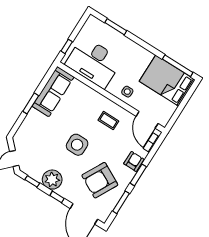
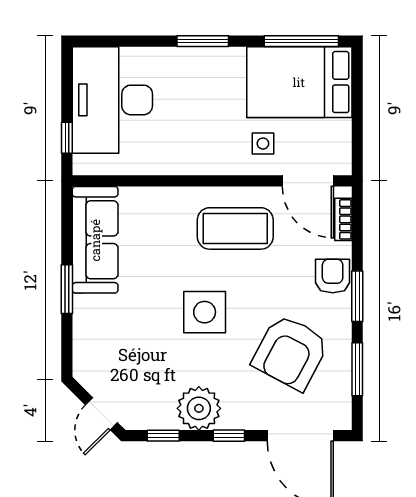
window: (116, 27) -> (203, 41), moved
desk: (94, 62) -> (112, 100), moved, turned 90
side table: (127, 92) -> (263, 144), moved
coffee table: (108, 121) -> (235, 228), width x1.86, depth x1.72

